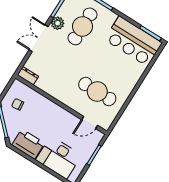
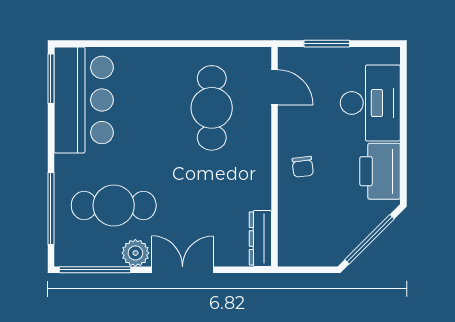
double door: (39, 38) -> (183, 270), swing flipped
dresser: (28, 76) -> (260, 239), width x1.44
chair: (18, 104) -> (303, 167), moved

